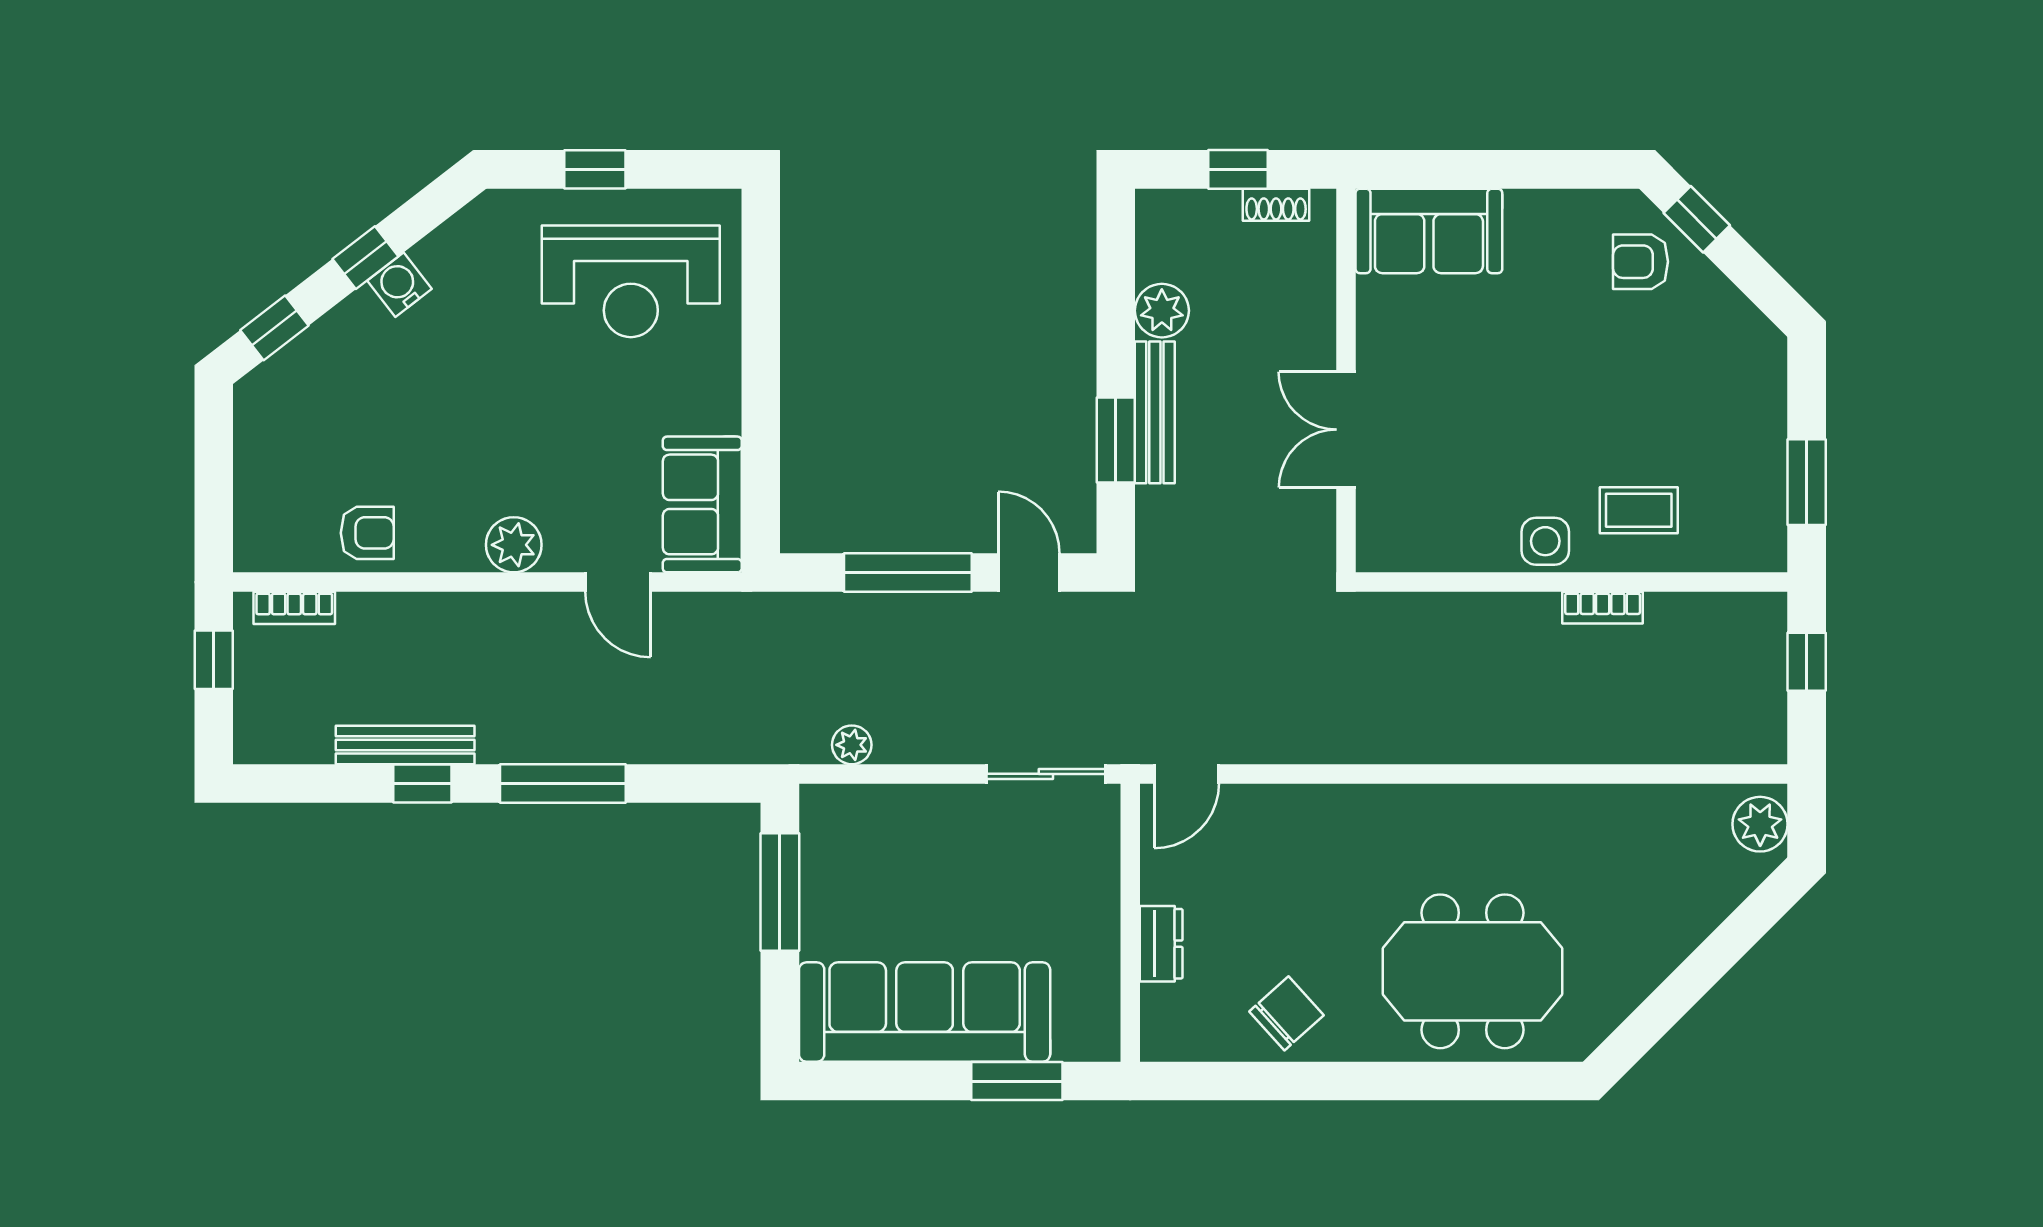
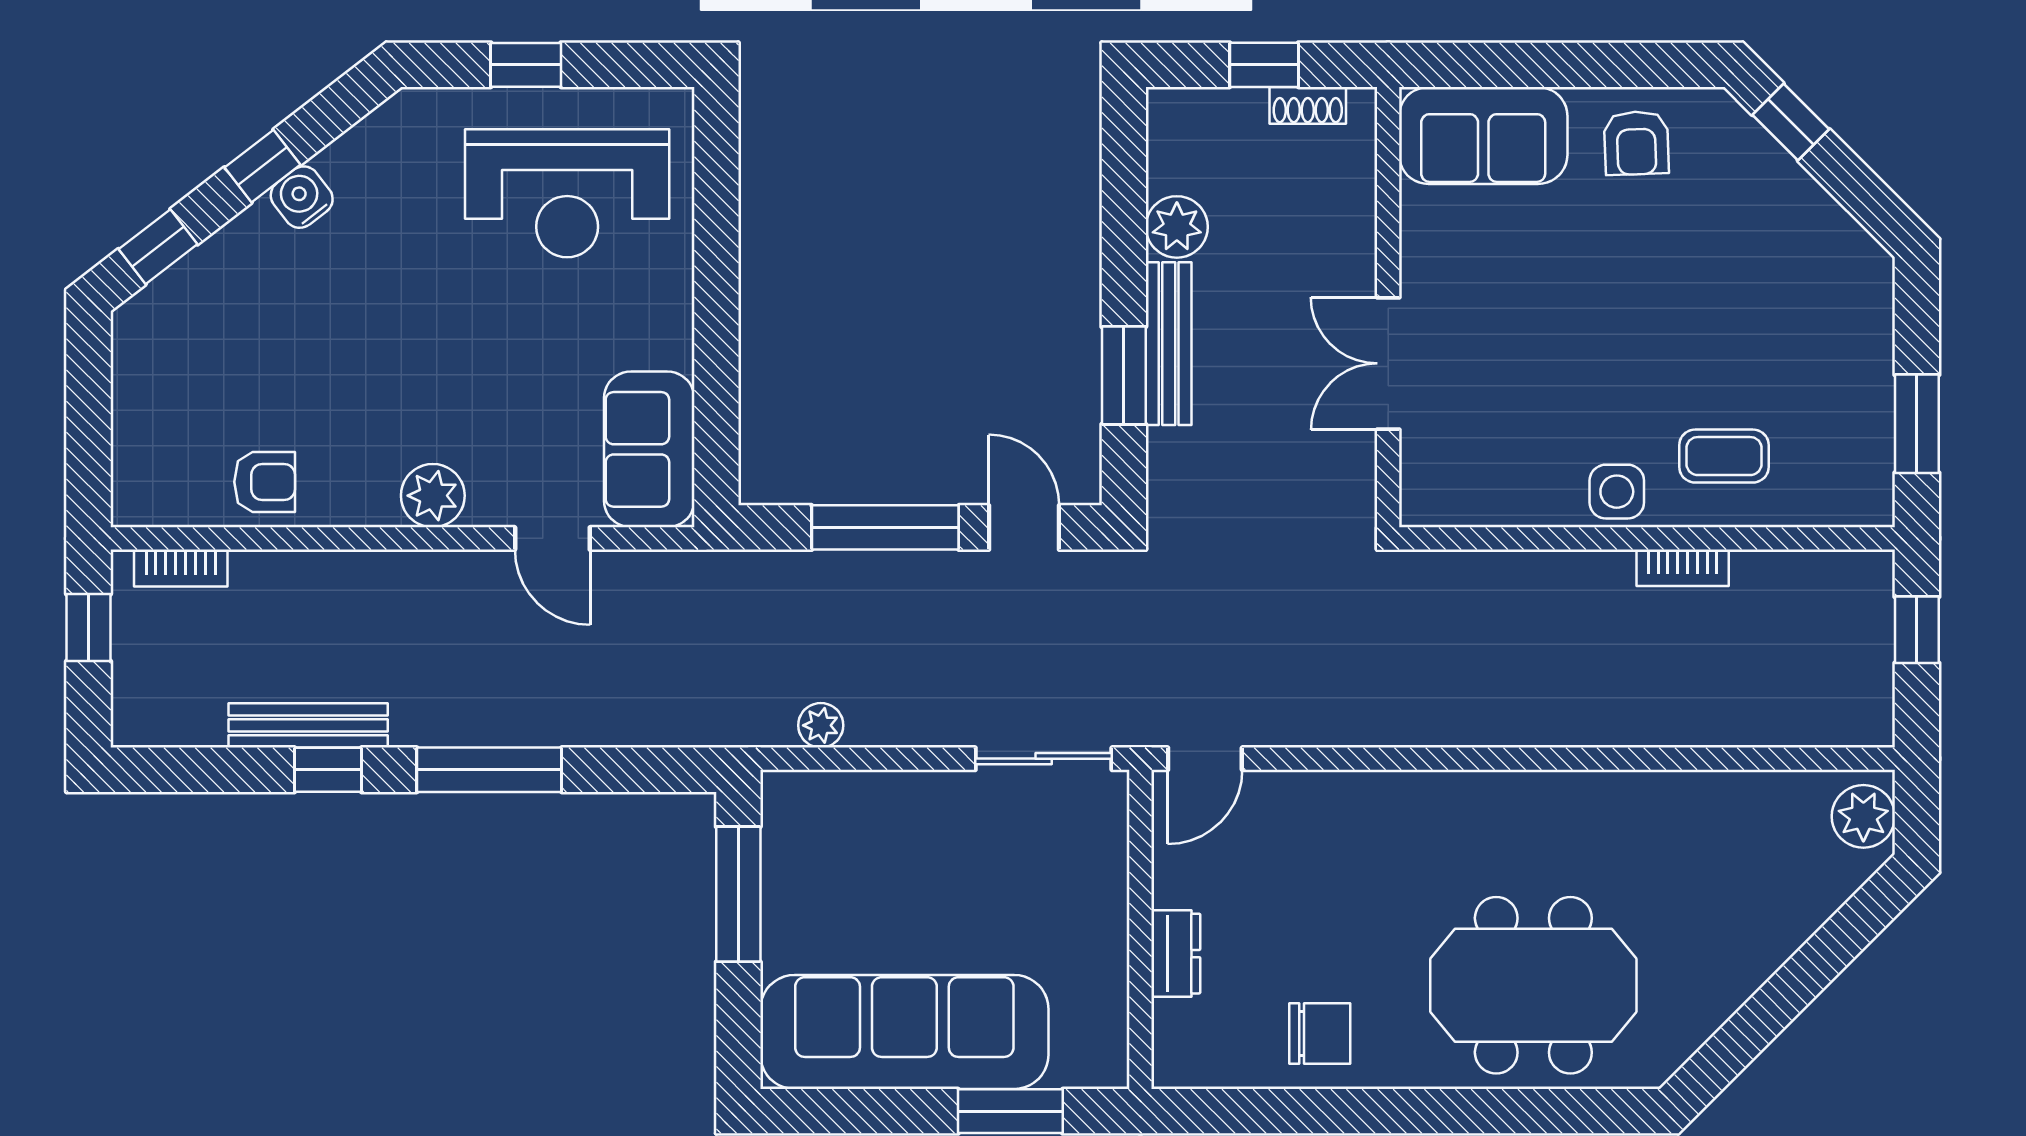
armchair: (1641, 262) -> (1636, 143), moved, turned -92
chair: (1286, 1013) -> (1320, 1033), turned 42

